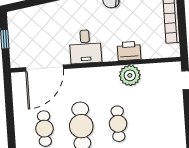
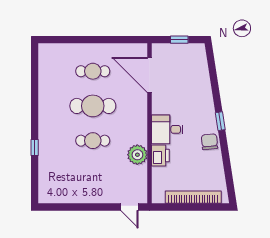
desk: (85, 47) -> (167, 129), moved

